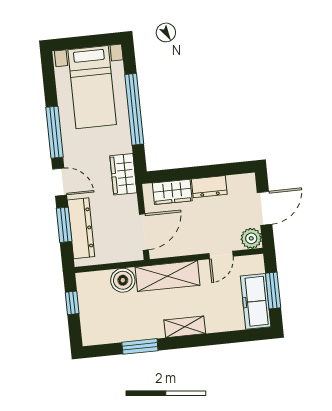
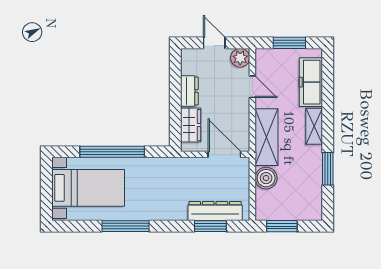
wardrobe: (123, 174) -> (170, 168), removed
door: (60, 182) -> (171, 226), removed
door: (265, 208) -> (214, 43), width x0.73
freezer: (256, 301) -> (311, 82), moved, turned 90
window: (72, 303) -> (282, 226), width x1.50

